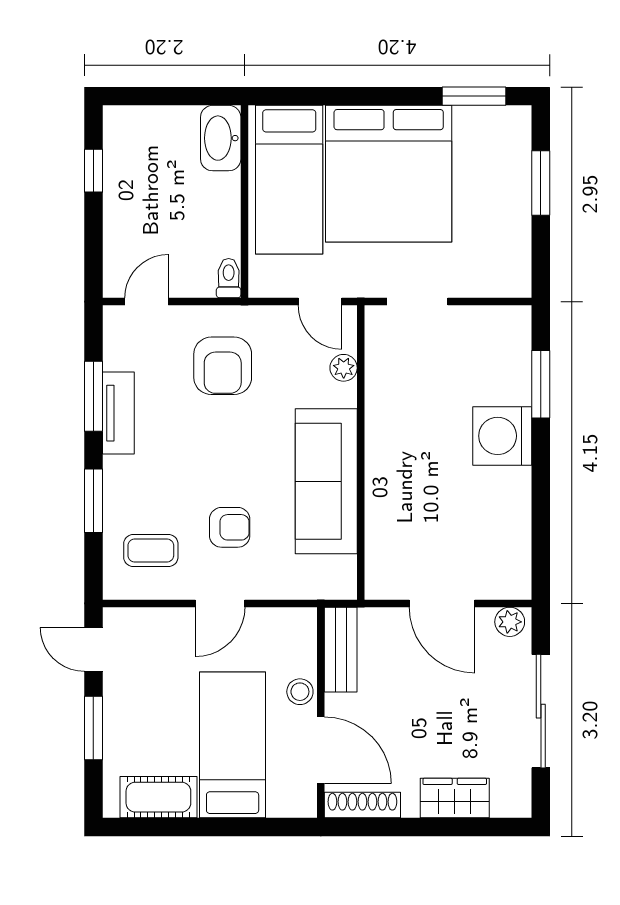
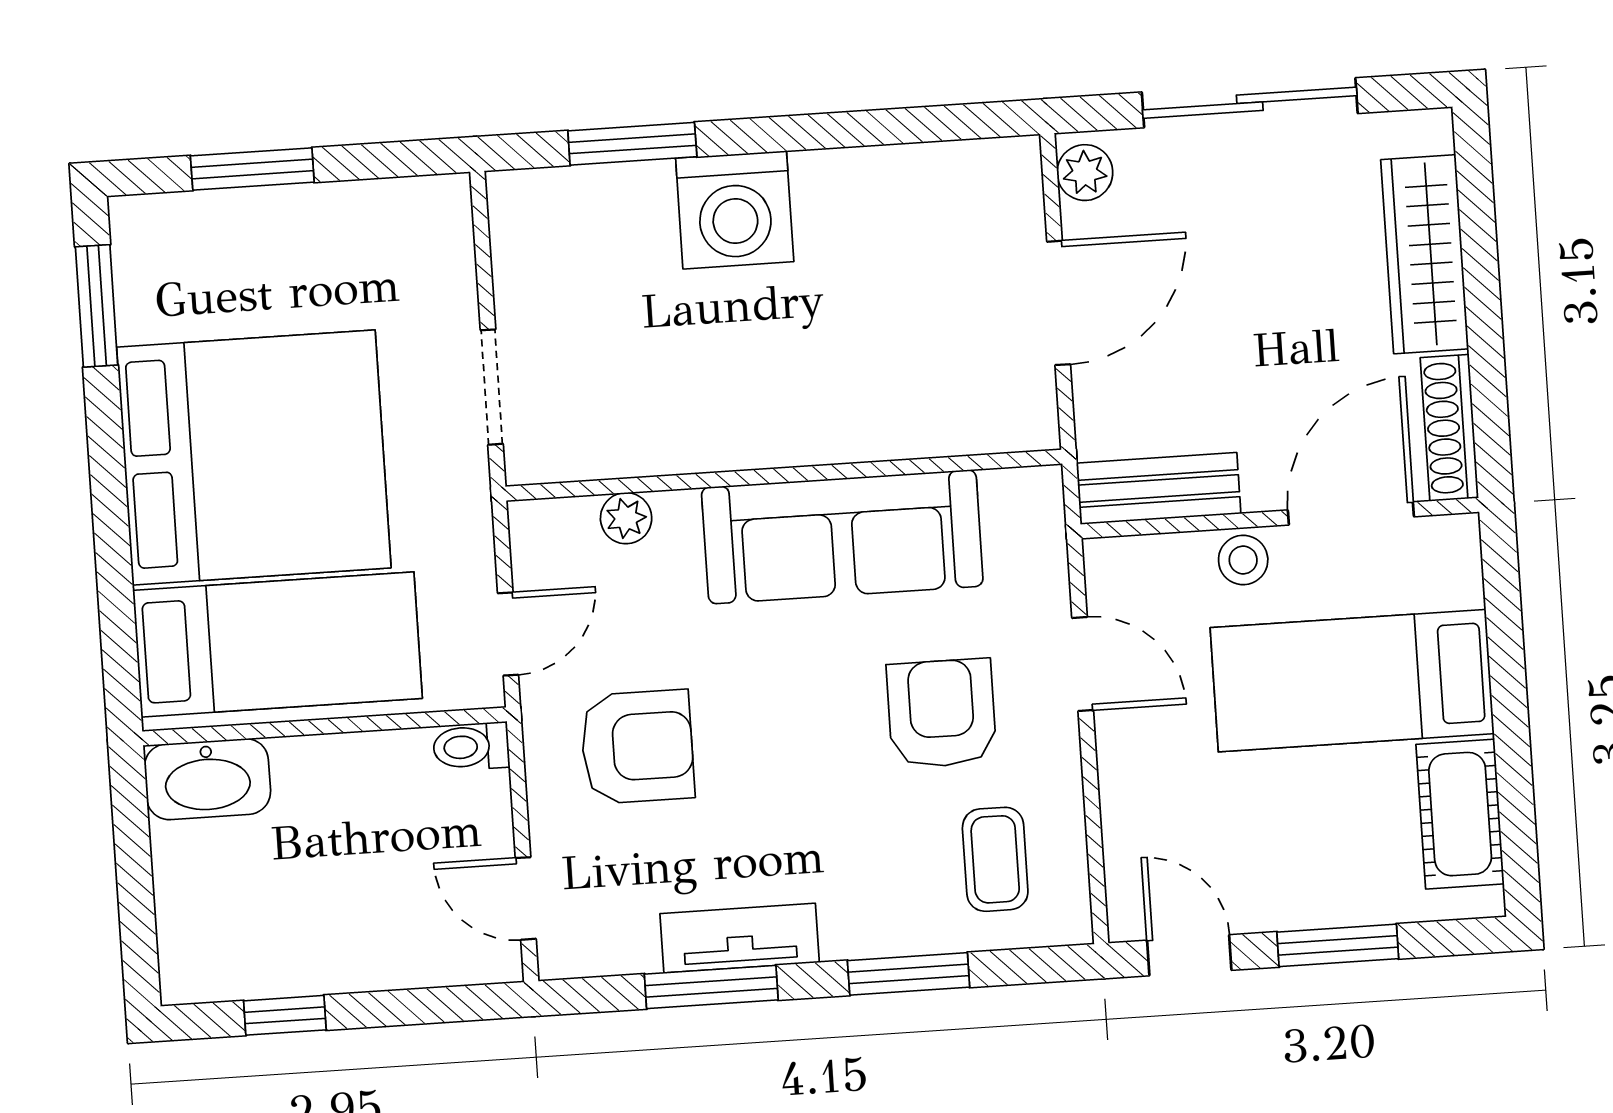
door: (320, 302) -> (508, 634), moved
armchair: (230, 527) -> (942, 713), width x1.38, depth x1.38
door: (220, 603) -> (1083, 664), moved
door: (93, 649) -> (1189, 955), swing flipped
wardrobe: (455, 798) -> (1425, 254), width x1.50

